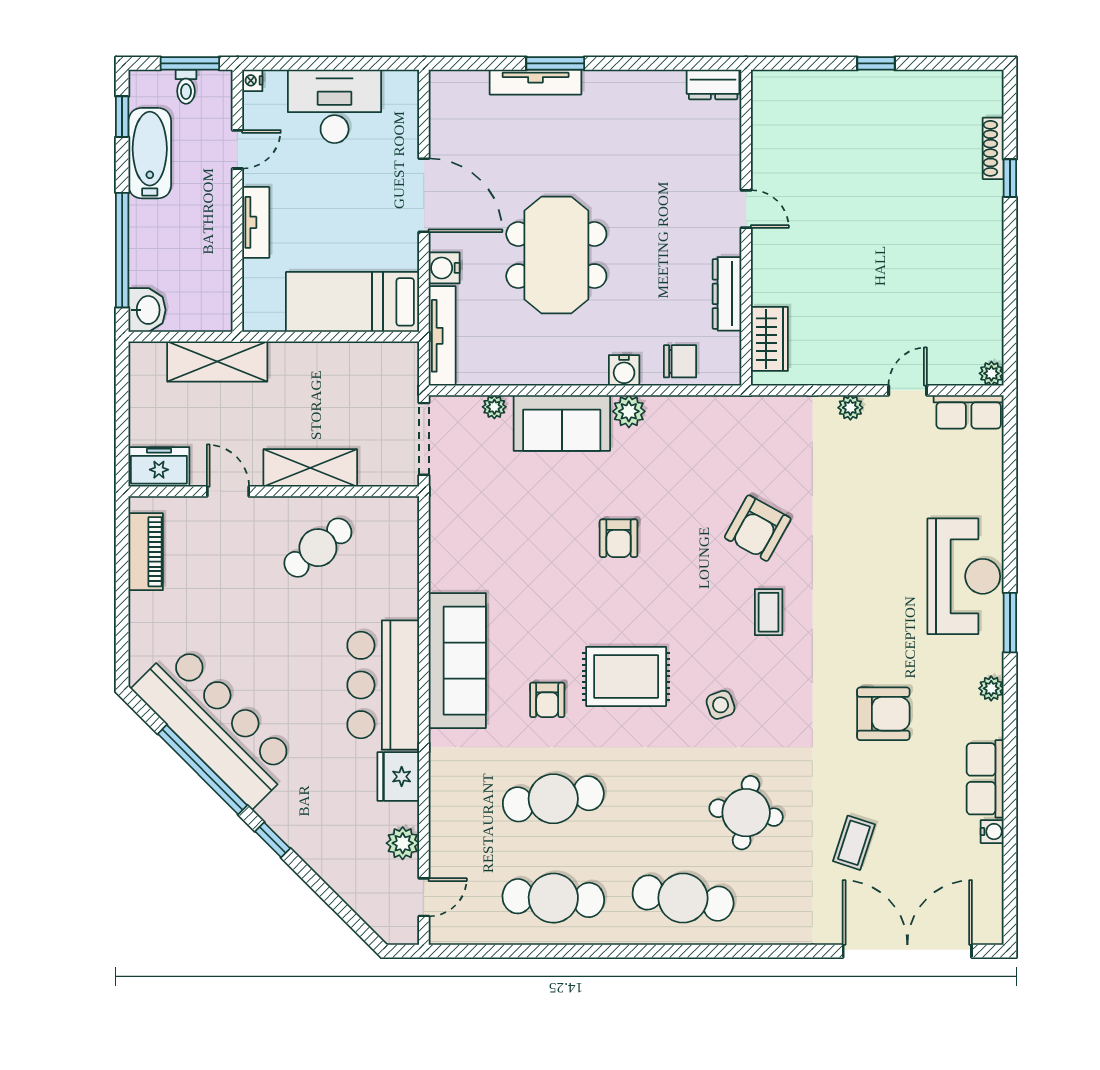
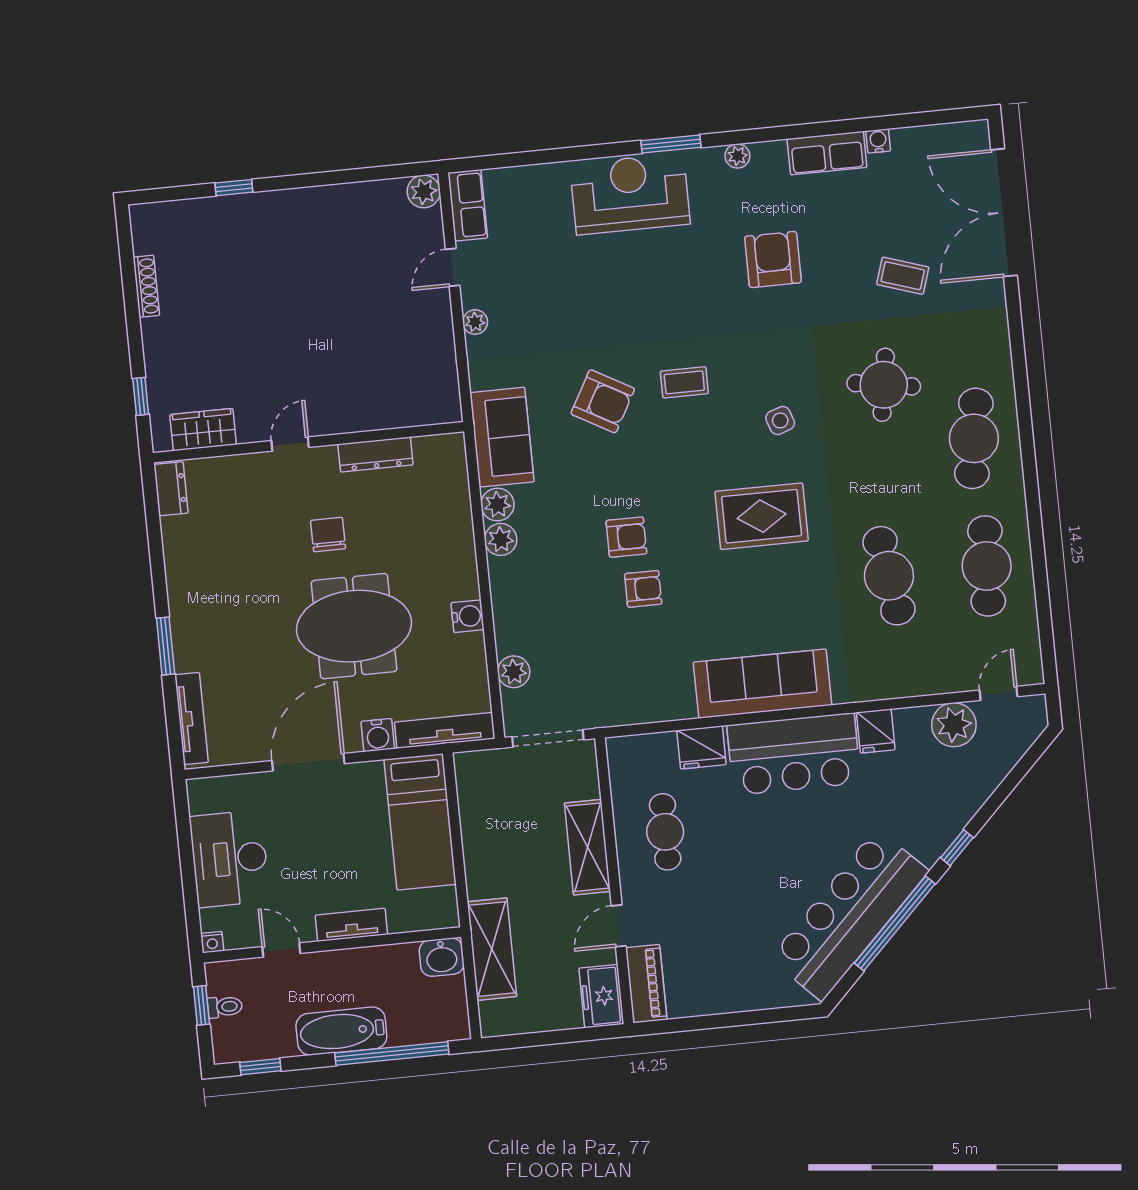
window: (190, 63) -> (201, 1005), width x0.67
window: (876, 63) -> (141, 396), moved
tv unit: (536, 82) -> (191, 719), moved
shoe rack: (993, 148) -> (146, 286), moved, turned -90
bathtub: (150, 153) -> (341, 1031), moved
washbasin: (147, 310) -> (442, 957), moved, turned 180
wardrobe: (769, 339) -> (203, 430), moved
chair: (680, 361) -> (328, 535), moved
water cooler: (624, 370) -> (467, 616), moved
plant: (991, 373) -> (424, 191), width x1.38, depth x1.38
door: (908, 390) -> (453, 267), hinge flipped
plant: (494, 407) -> (514, 672), width x1.38, depth x1.38
plant: (664, 412) -> (497, 505), added
sofa: (562, 423) -> (502, 437), moved
cafe table: (318, 548) -> (665, 832), turned 38
piano: (146, 552) -> (646, 984), moved, turned 90
fridge: (399, 593) -> (701, 747), added
rug: (626, 676) -> (762, 516), turned 90
armchair: (547, 700) -> (643, 589), moved
fridge: (398, 777) -> (876, 731), width x0.72
plant: (403, 843) -> (954, 725), width x1.36, depth x1.36
door: (424, 897) -> (999, 693), hinge flipped

